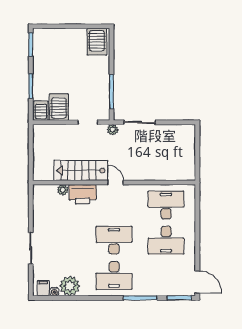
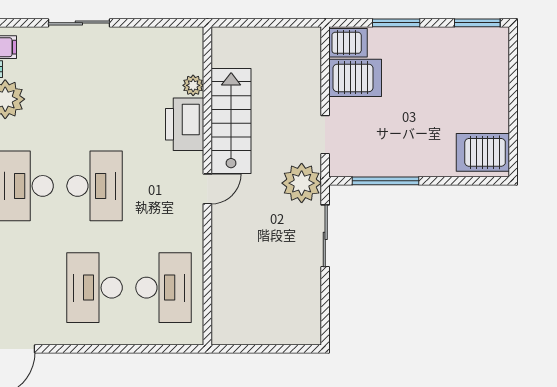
plant: (113, 130) -> (302, 183), width x1.87, depth x1.87

